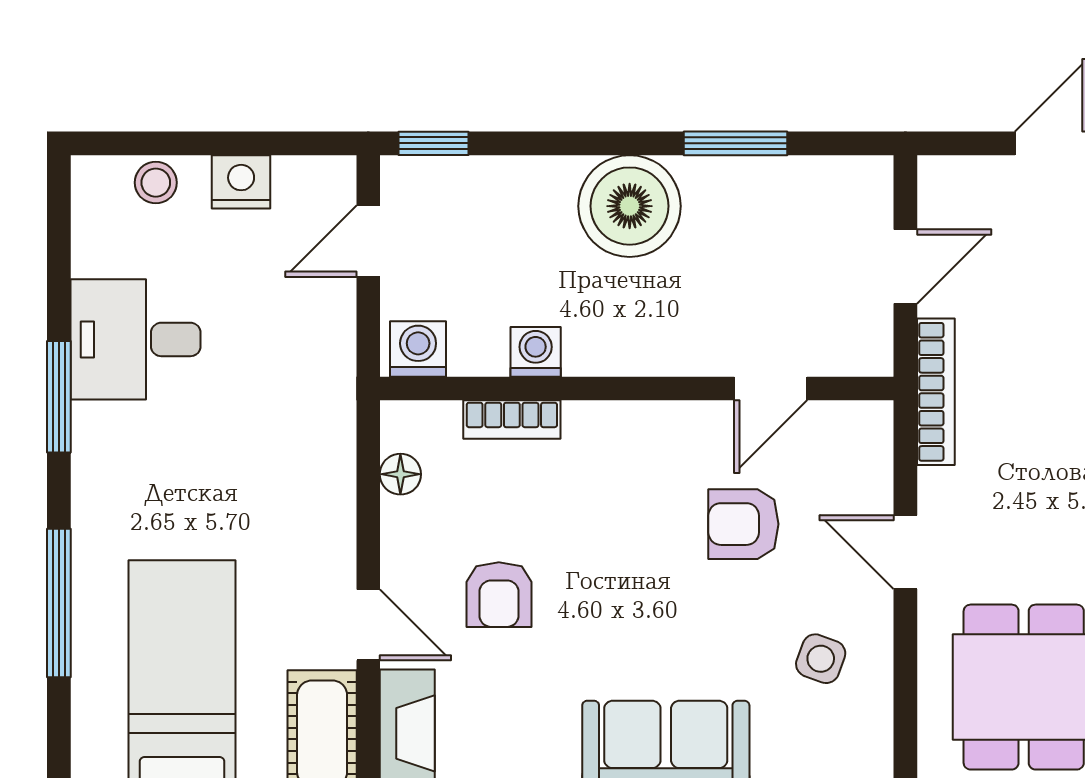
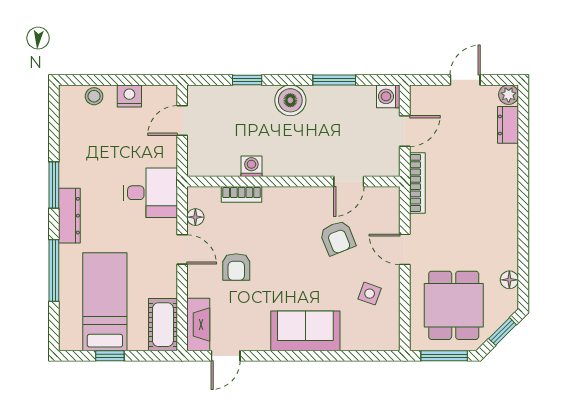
window: (434, 143) -> (247, 80), moved
boiler: (630, 206) -> (290, 100), width x0.73, depth x0.73
desk: (136, 339) -> (150, 193), moved, turned 180
washing machine: (418, 349) -> (388, 96), moved, turned -90
dresser: (97, 471) -> (69, 216), added
armchair: (743, 524) -> (338, 238), turned -112
door: (368, 625) -> (182, 249), moved

